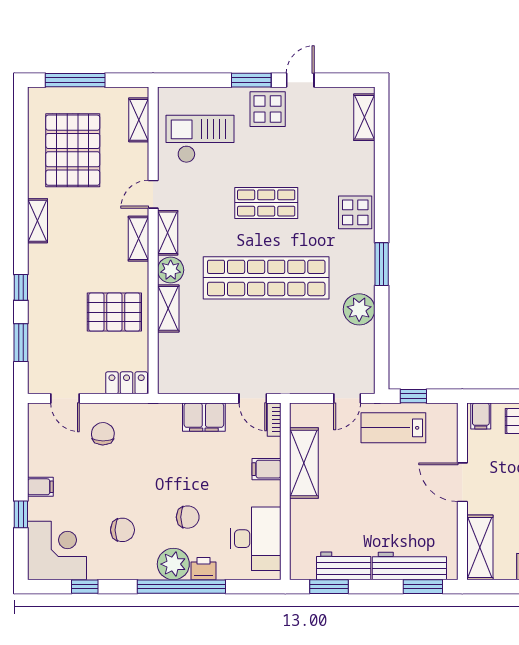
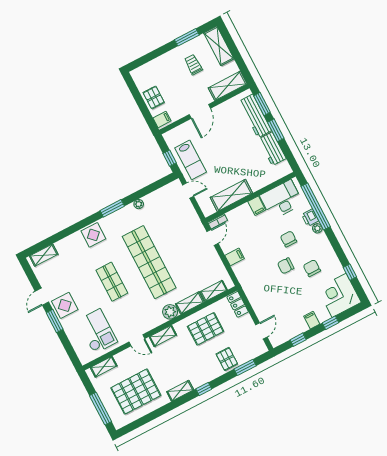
door: (300, 80) -> (42, 297), hinge flipped
checkout: (200, 139) -> (97, 331), turned 180
shelving: (168, 233) -> (214, 291), moved
window: (21, 287) -> (204, 389), moved
plant: (359, 309) -> (139, 204), width x0.53, depth x0.53
pallet: (114, 312) -> (206, 329), turned 90
pallet: (49, 321) -> (227, 359), added
filing cabinet: (204, 417) -> (235, 257), width x0.50
chair: (103, 434) -> (286, 266), moved
window: (21, 449) -> (298, 340), added
filing cabinet: (266, 469) -> (257, 206), moved
plant: (173, 564) -> (317, 228), width x0.53, depth x0.53
window: (181, 587) -> (316, 207), moved
window: (329, 587) -> (276, 130), moved

